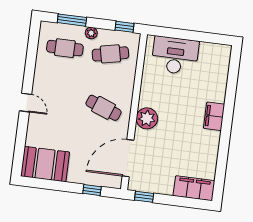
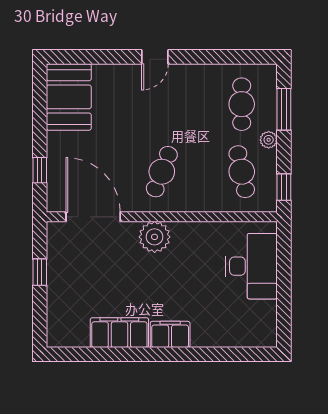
filing cabinet: (194, 188) -> (119, 333), moved, turned -90
window: (144, 197) -> (40, 272), moved

